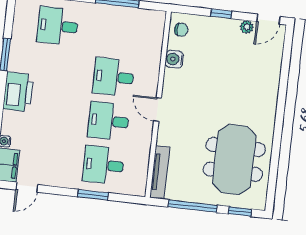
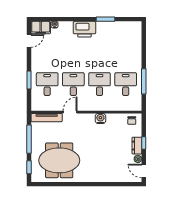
desk: (58, 26) -> (126, 84), moved
dresser: (224, 26) -> (137, 146), added
water cooler: (174, 59) -> (100, 118), moved
door: (158, 110) -> (70, 112), moved
door: (27, 187) -> (29, 41), swing flipped

